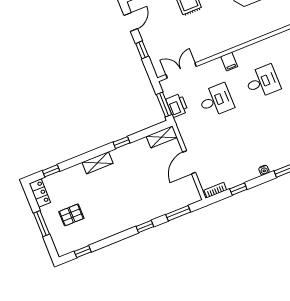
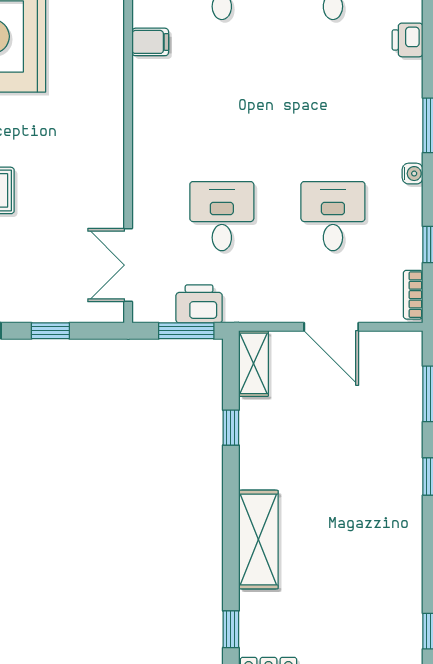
filing cabinet: (229, 62) -> (150, 42), moved
desk: (262, 82) -> (333, 216), moved
window: (122, 143) -> (231, 428), moved
shelving: (98, 163) -> (258, 540), width x1.50, depth x1.33
pallet: (71, 215) -> (343, 624), removed

